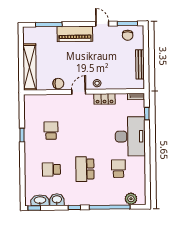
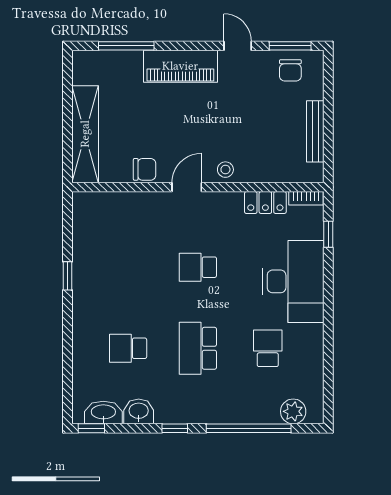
locker: (105, 99) -> (265, 203), moved
school desk: (51, 131) -> (198, 267), moved, turned -90

